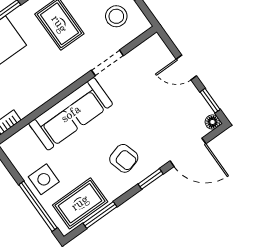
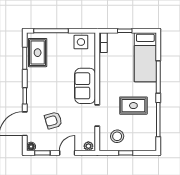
plant: (157, 45) -> (88, 146), added
sofa: (71, 114) -> (85, 86), width x0.73
armchair: (124, 158) -> (53, 120), moved
side table: (44, 179) -> (81, 42), moved

